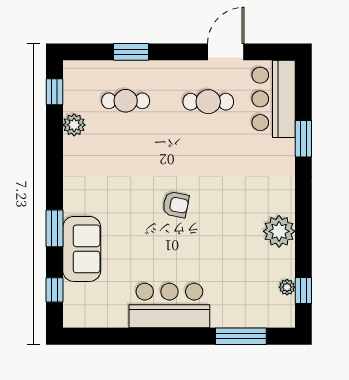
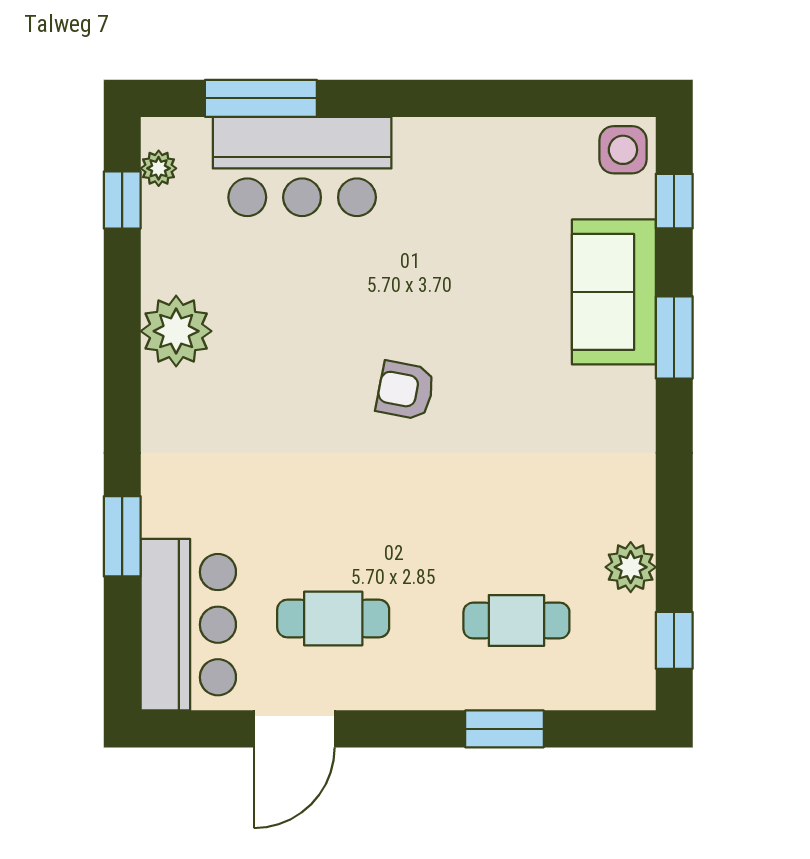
plant: (287, 287) -> (159, 168), moved
bar counter: (169, 306) -> (302, 166), moved
side table: (78, 313) -> (623, 150), added

